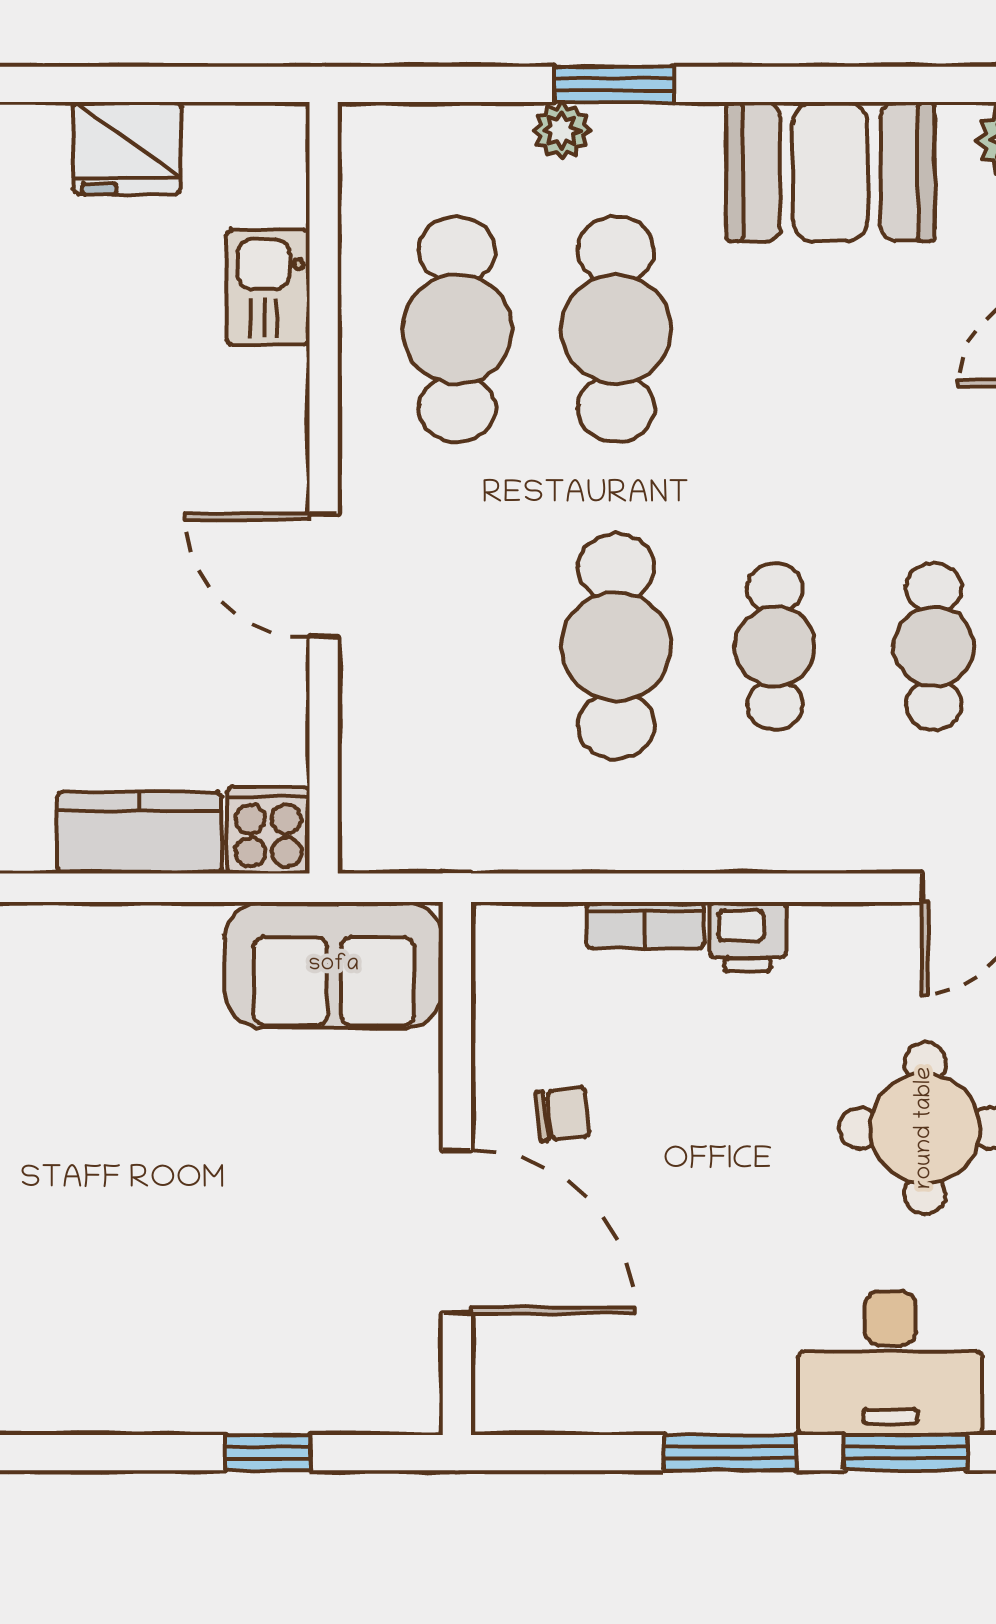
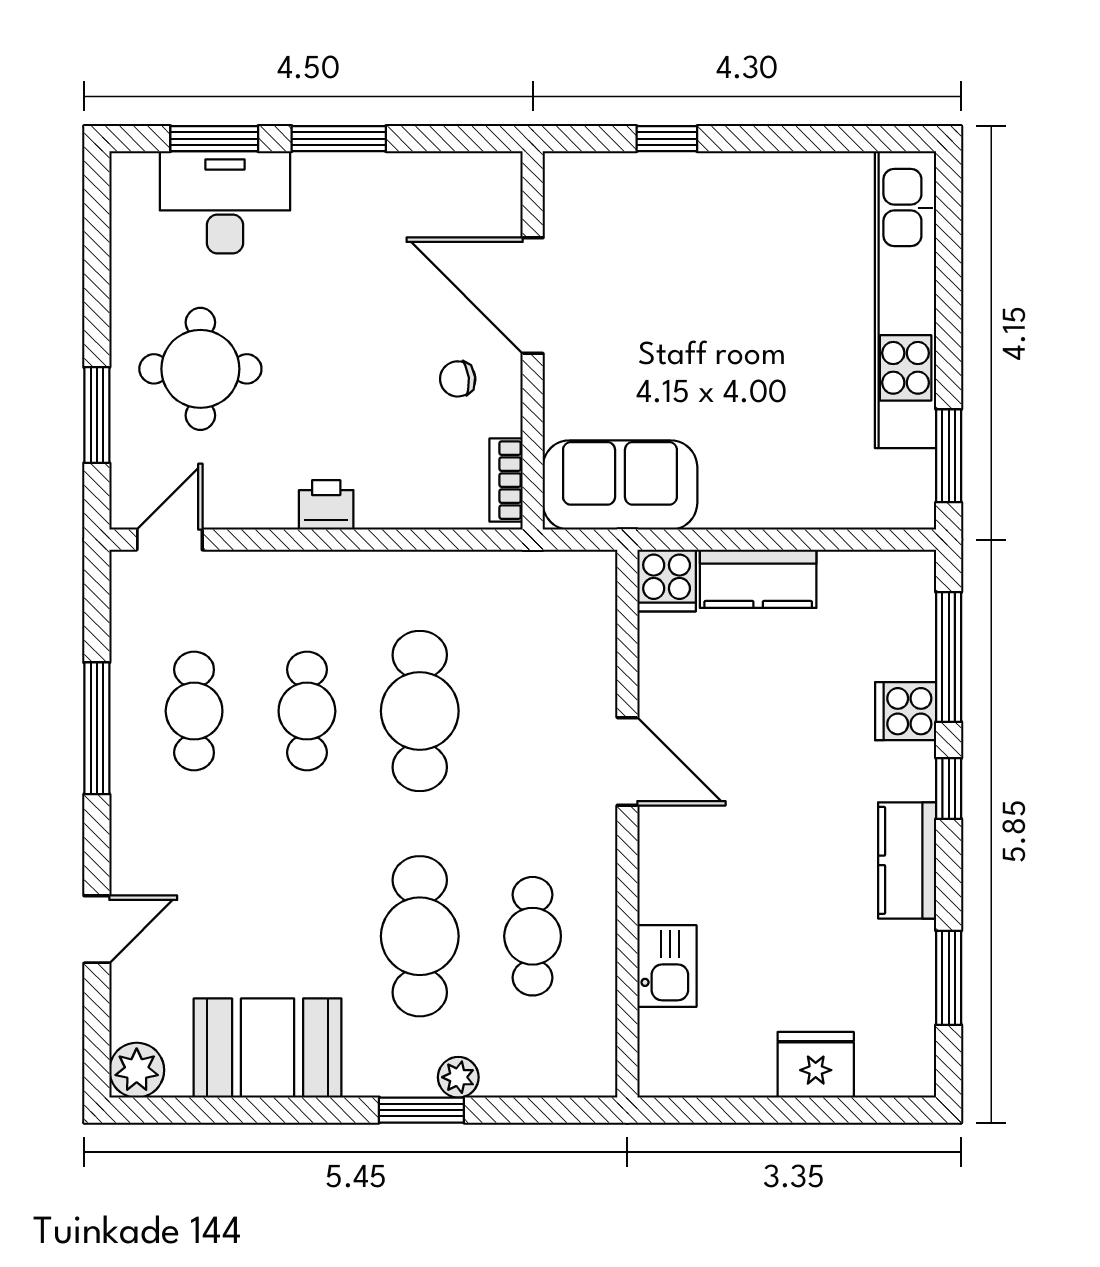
fridge: (127, 148) -> (816, 1065), moved
cafe table: (457, 329) -> (533, 936), width x0.73, depth x0.74
bookcase: (645, 925) -> (506, 480), moved, turned -90

